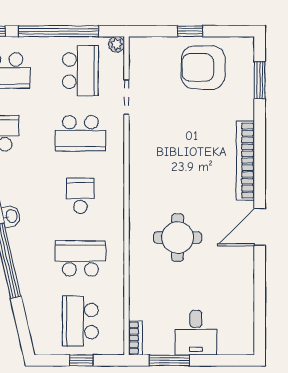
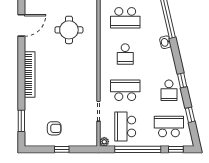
armchair: (203, 67) -> (54, 128), width x0.53, depth x0.53
door: (260, 227) -> (21, 25), moved

